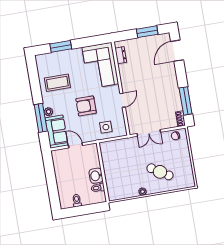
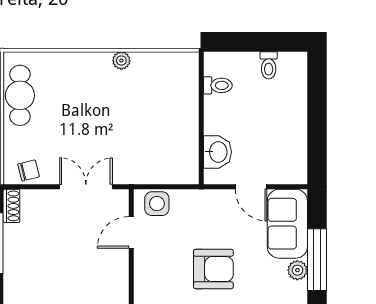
door: (123, 100) -> (131, 232), moved
side table: (106, 127) -> (157, 204), moved
cafe table: (160, 172) -> (20, 95), moved, turned 58
washbasin: (96, 176) -> (217, 152), moved

